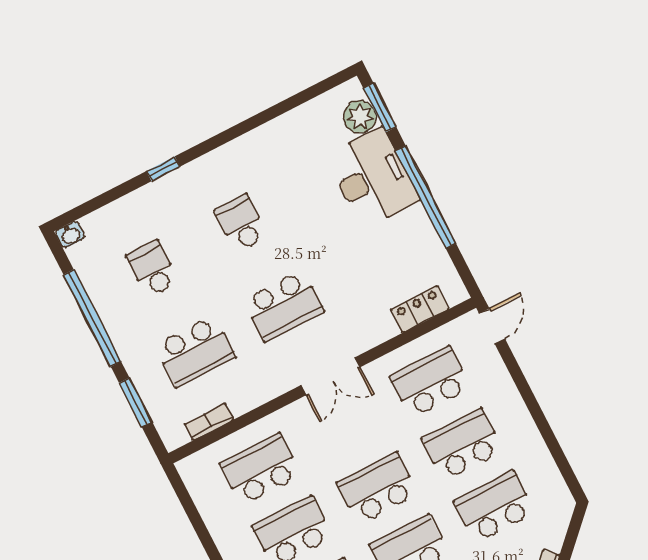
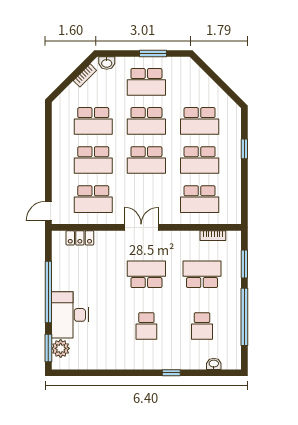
washbasin: (70, 235) -> (214, 364), moved

